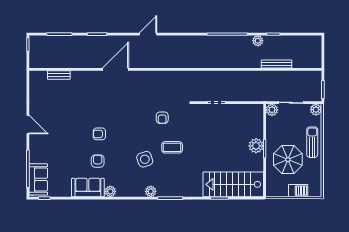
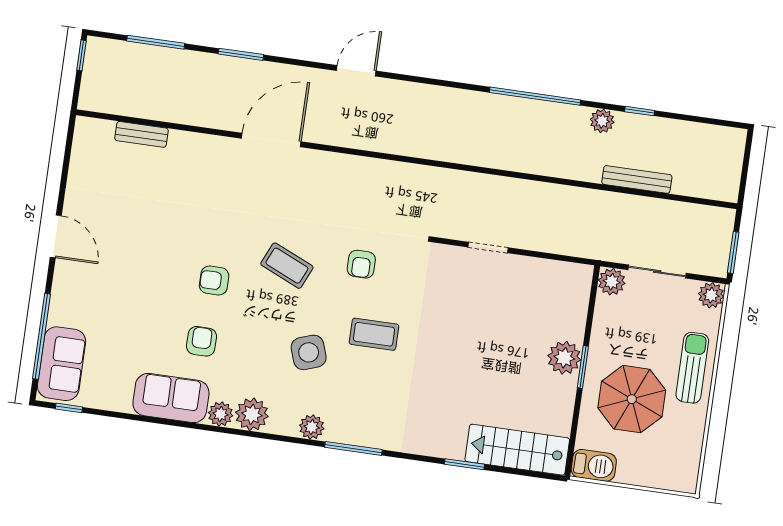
coffee table: (130, 123) -> (287, 266), added
stairs: (233, 184) -> (517, 450), width x0.73, depth x0.66
plant: (124, 190) -> (252, 414), added
barbecue: (298, 191) -> (594, 465), moved

